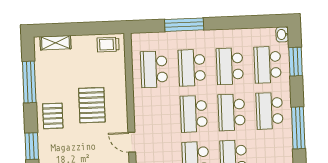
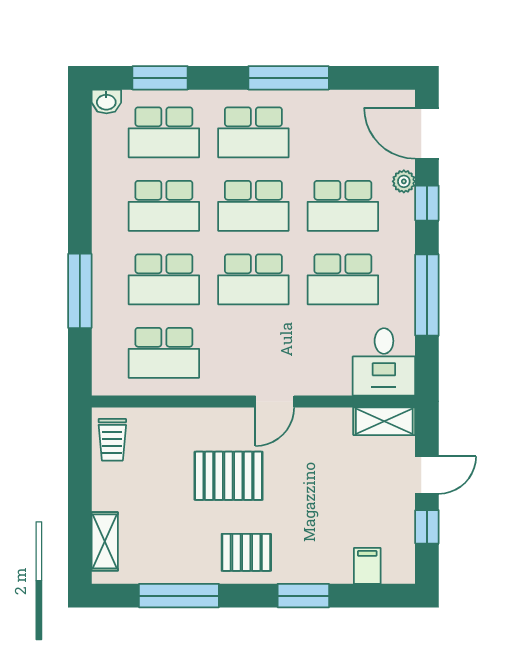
door: (132, 142) -> (275, 401), moved

